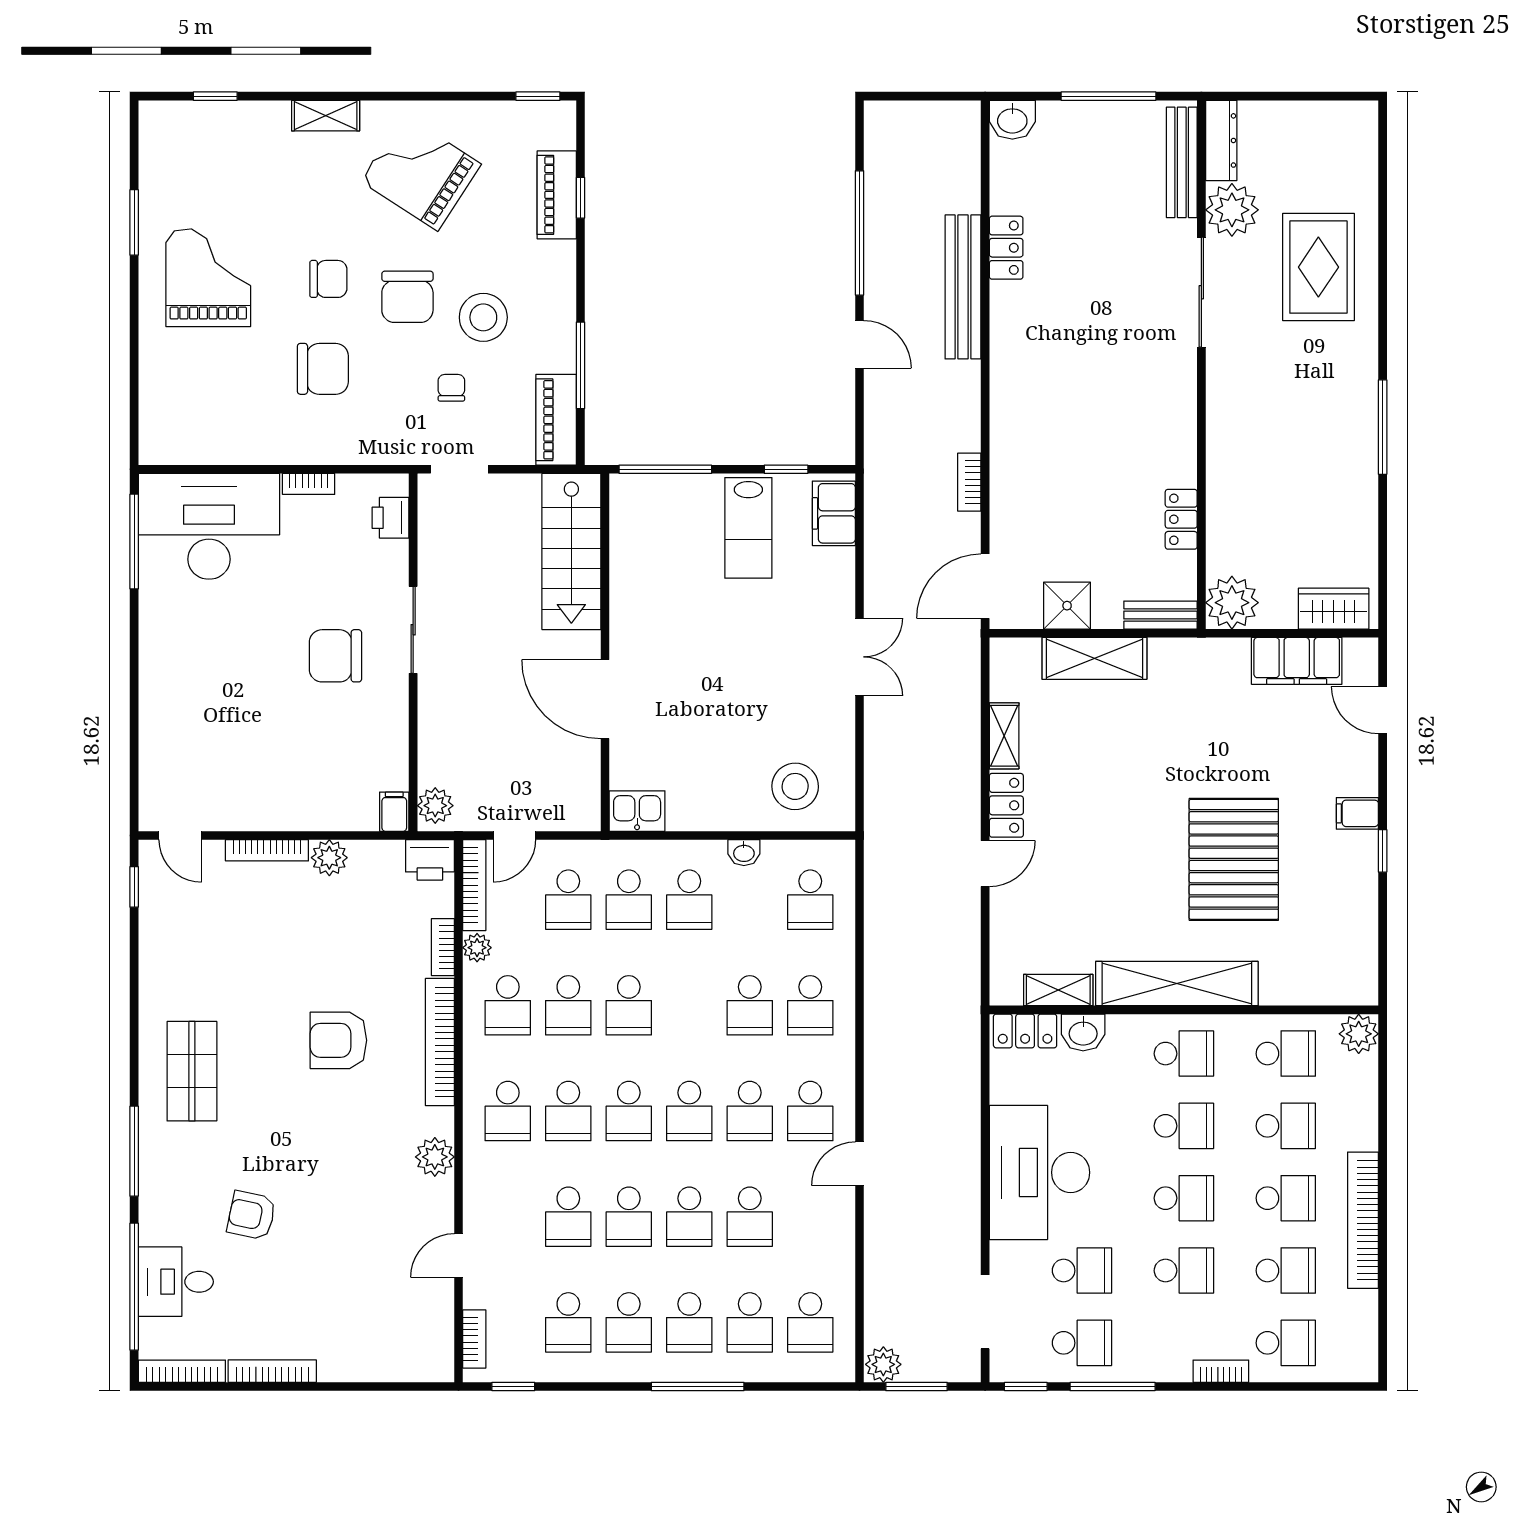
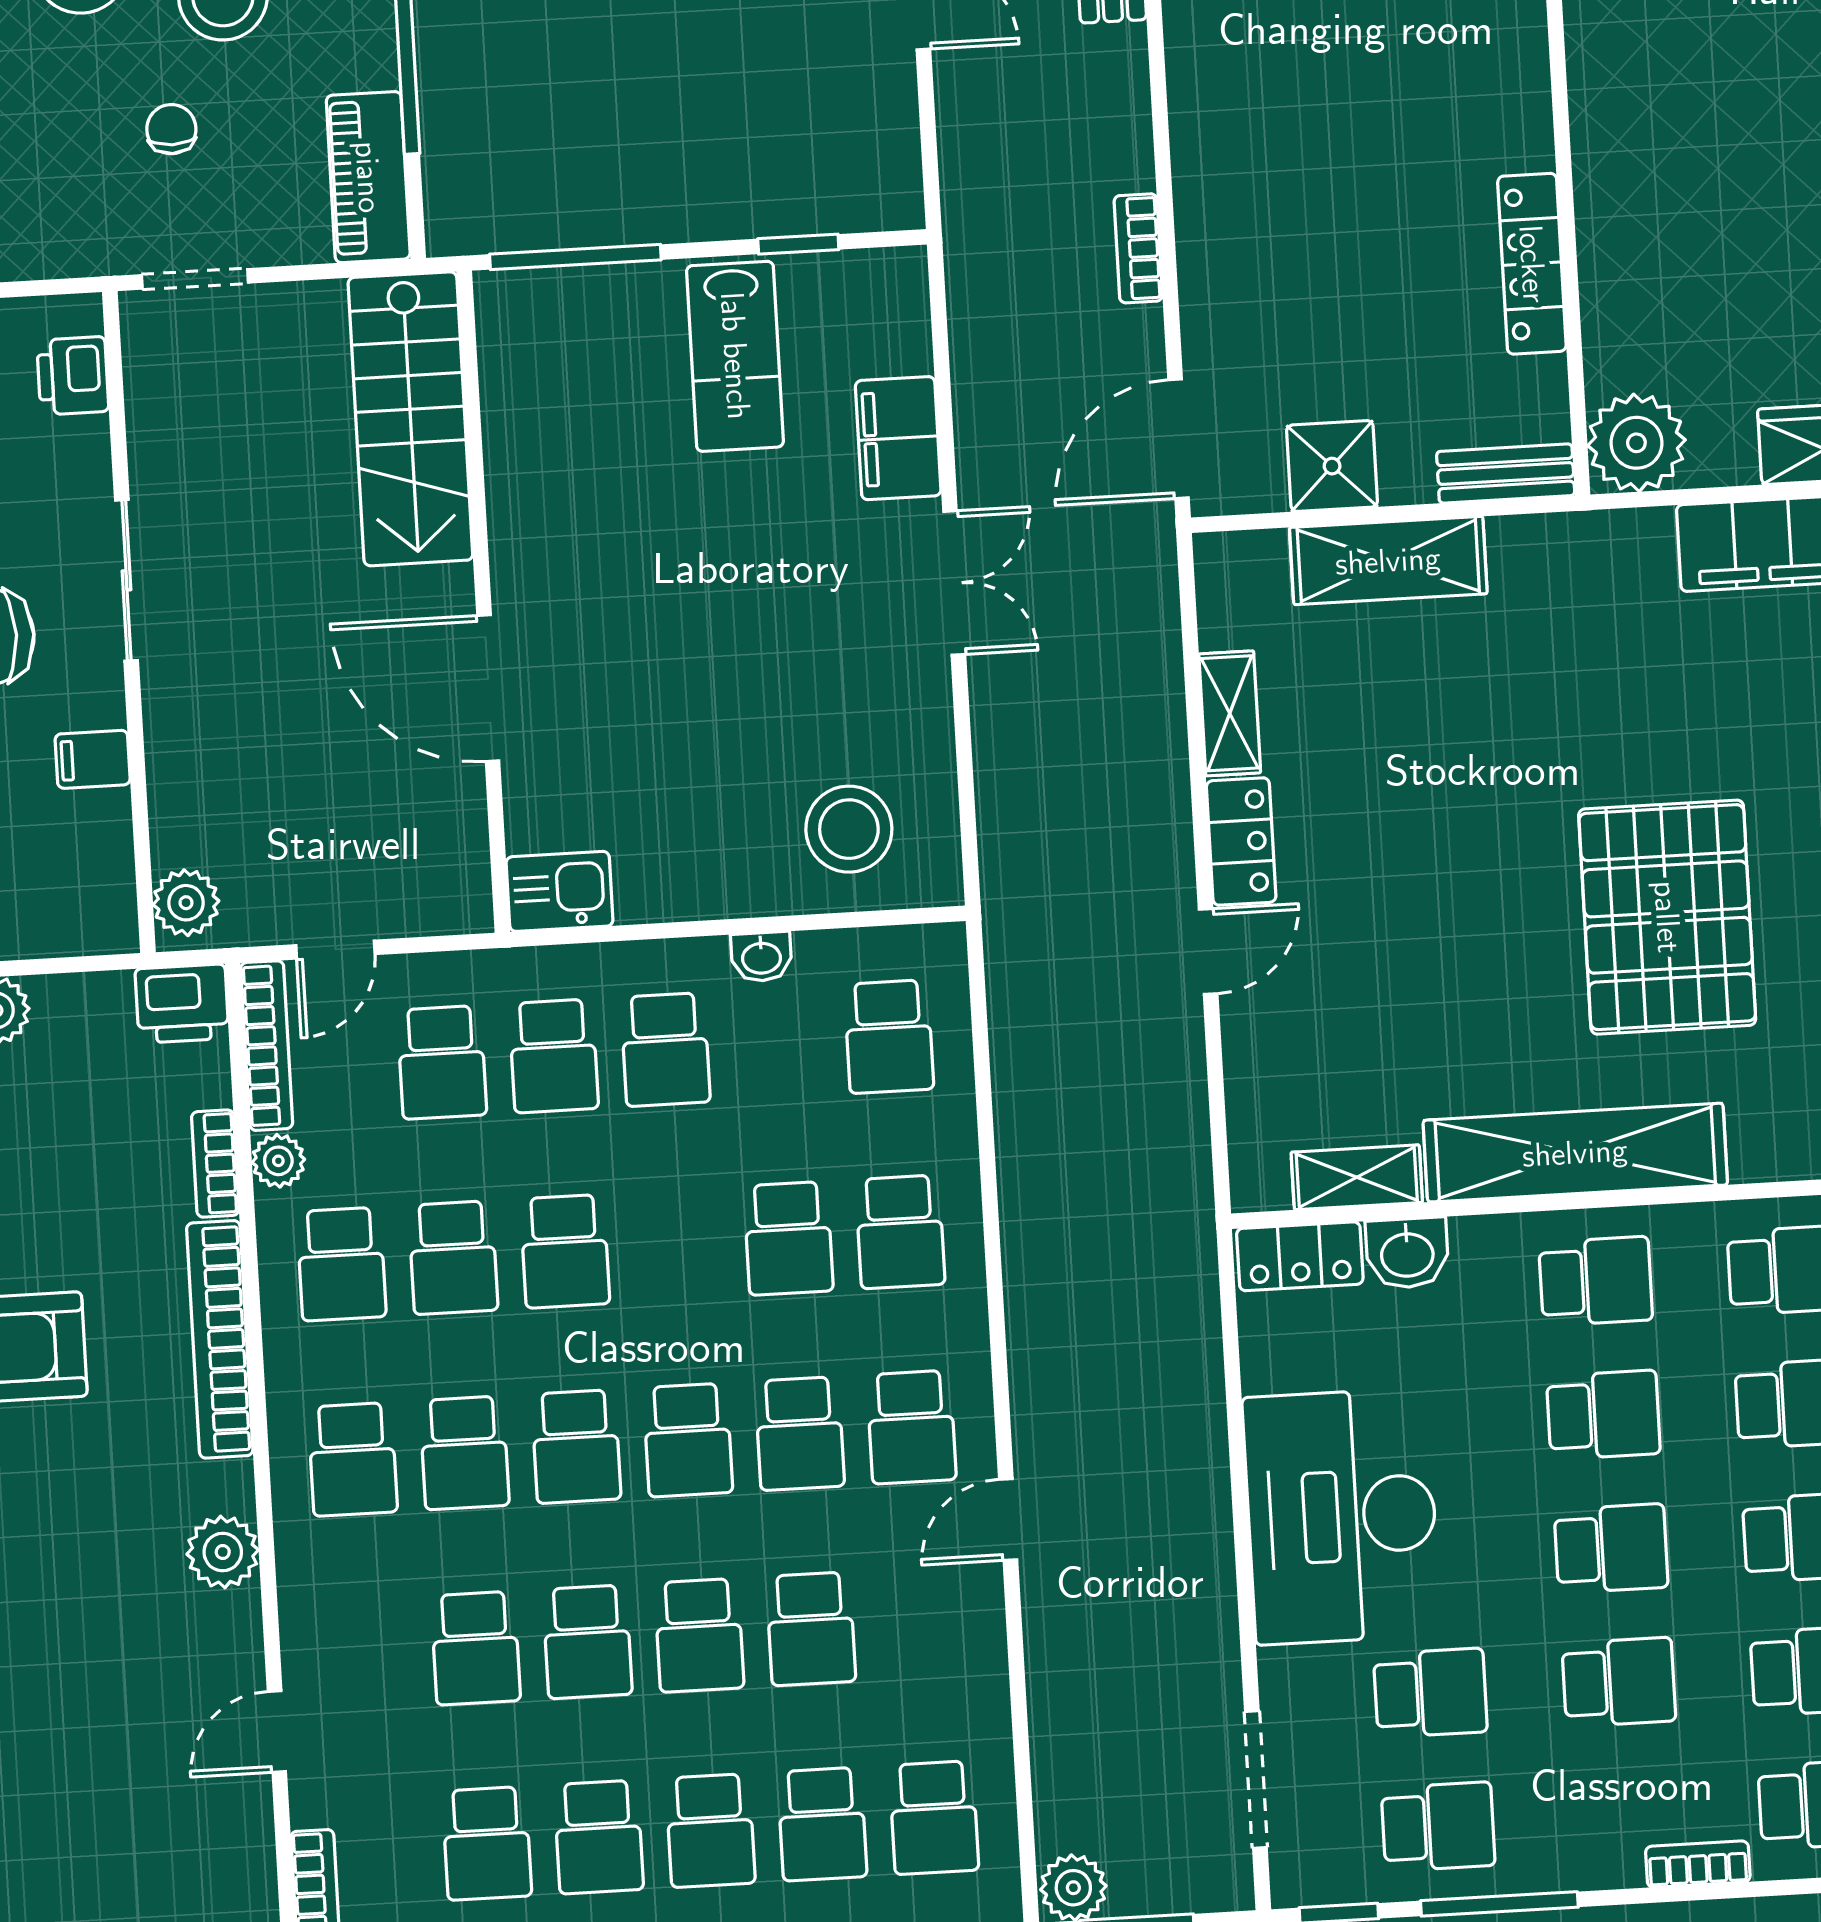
filing cabinet: (834, 513) -> (898, 438), moved
locker: (1181, 519) -> (1532, 264), width x1.53
filing cabinet: (394, 812) -> (93, 759), moved, turned -90

